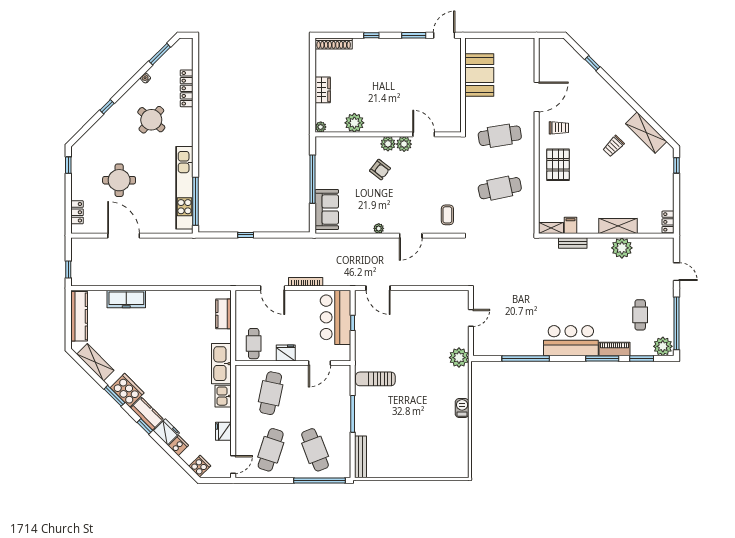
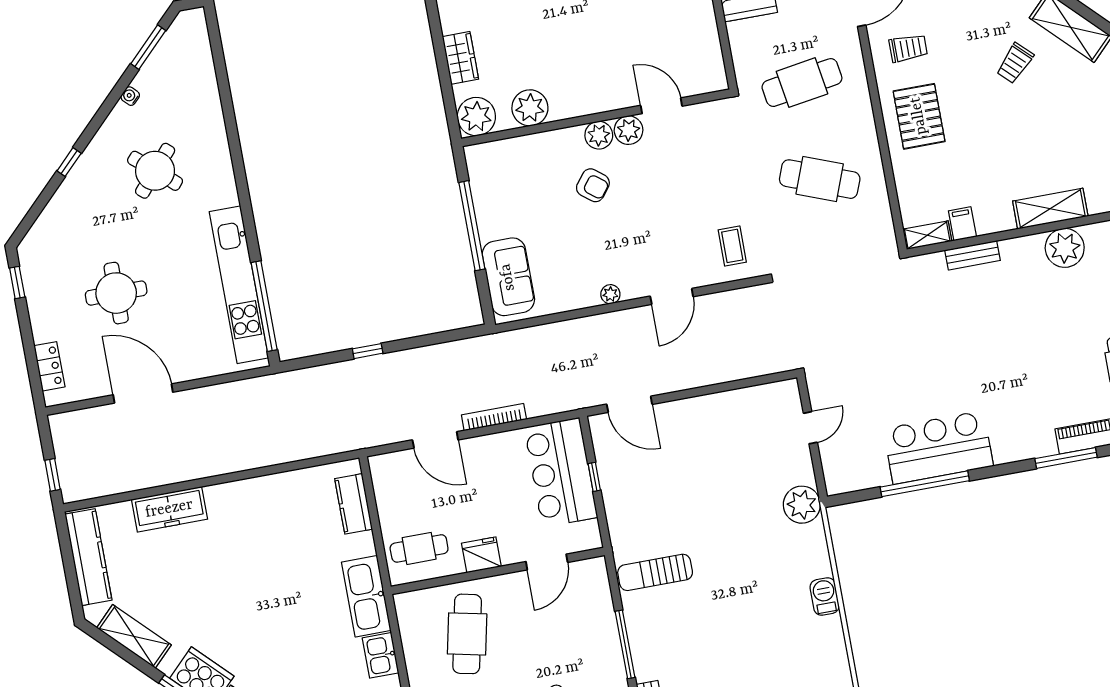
locker: (187, 88) -> (209, 101), removed
plant: (321, 127) -> (476, 117), width x1.87, depth x1.87
cafe table: (500, 188) -> (820, 179), turned 33
bar counter: (571, 341) -> (938, 447), moved
cafe table: (254, 344) -> (419, 548), turned 90

